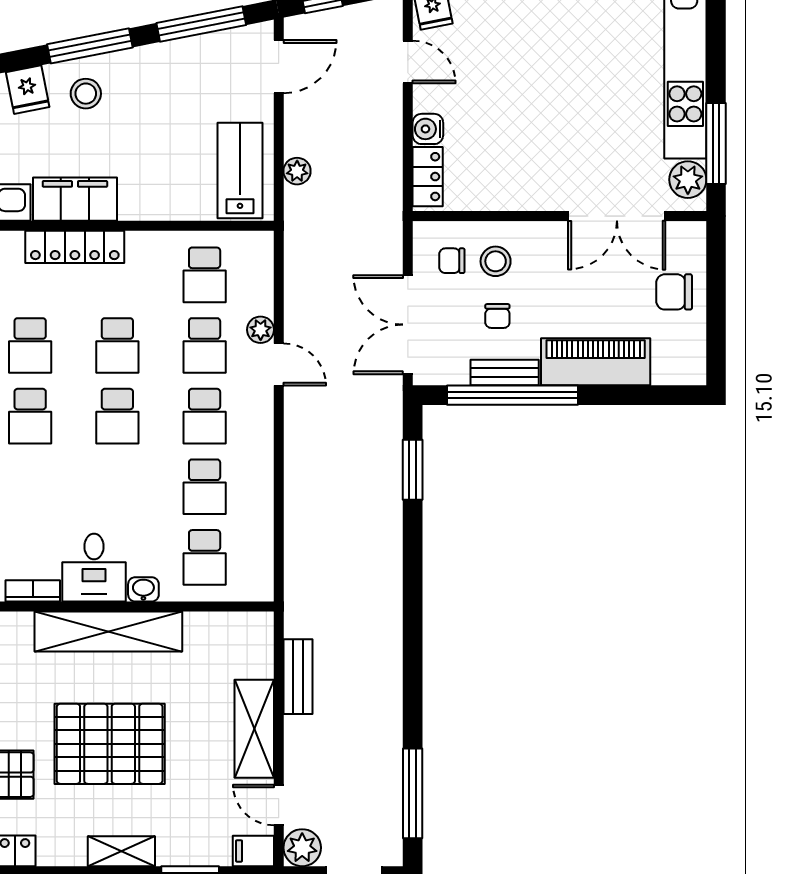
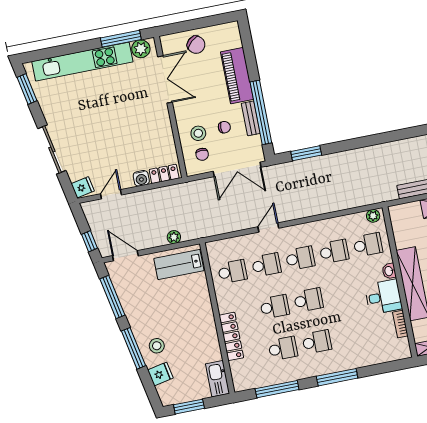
filing cabinet: (75, 199) -> (208, 341), removed
chair: (674, 292) -> (196, 45), turned -42
plant: (261, 330) -> (373, 216), moved

